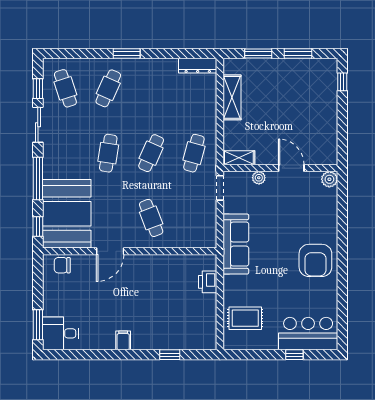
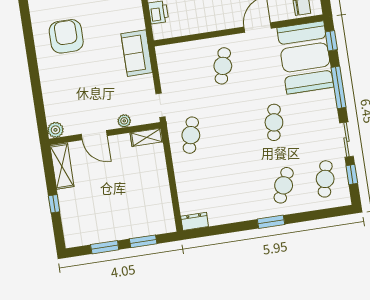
dresser: (198, 66) -> (195, 221), width x0.70
window: (342, 82) -> (54, 204), moved
cafe table: (65, 88) -> (325, 179), turned 30
shelving: (232, 97) -> (62, 166), moved
cafe table: (151, 153) -> (232, 129), removed
cafe table: (151, 218) -> (223, 66), turned 36
sofa: (236, 244) -> (137, 53), width x0.73
armchair: (315, 260) -> (66, 36), moved

